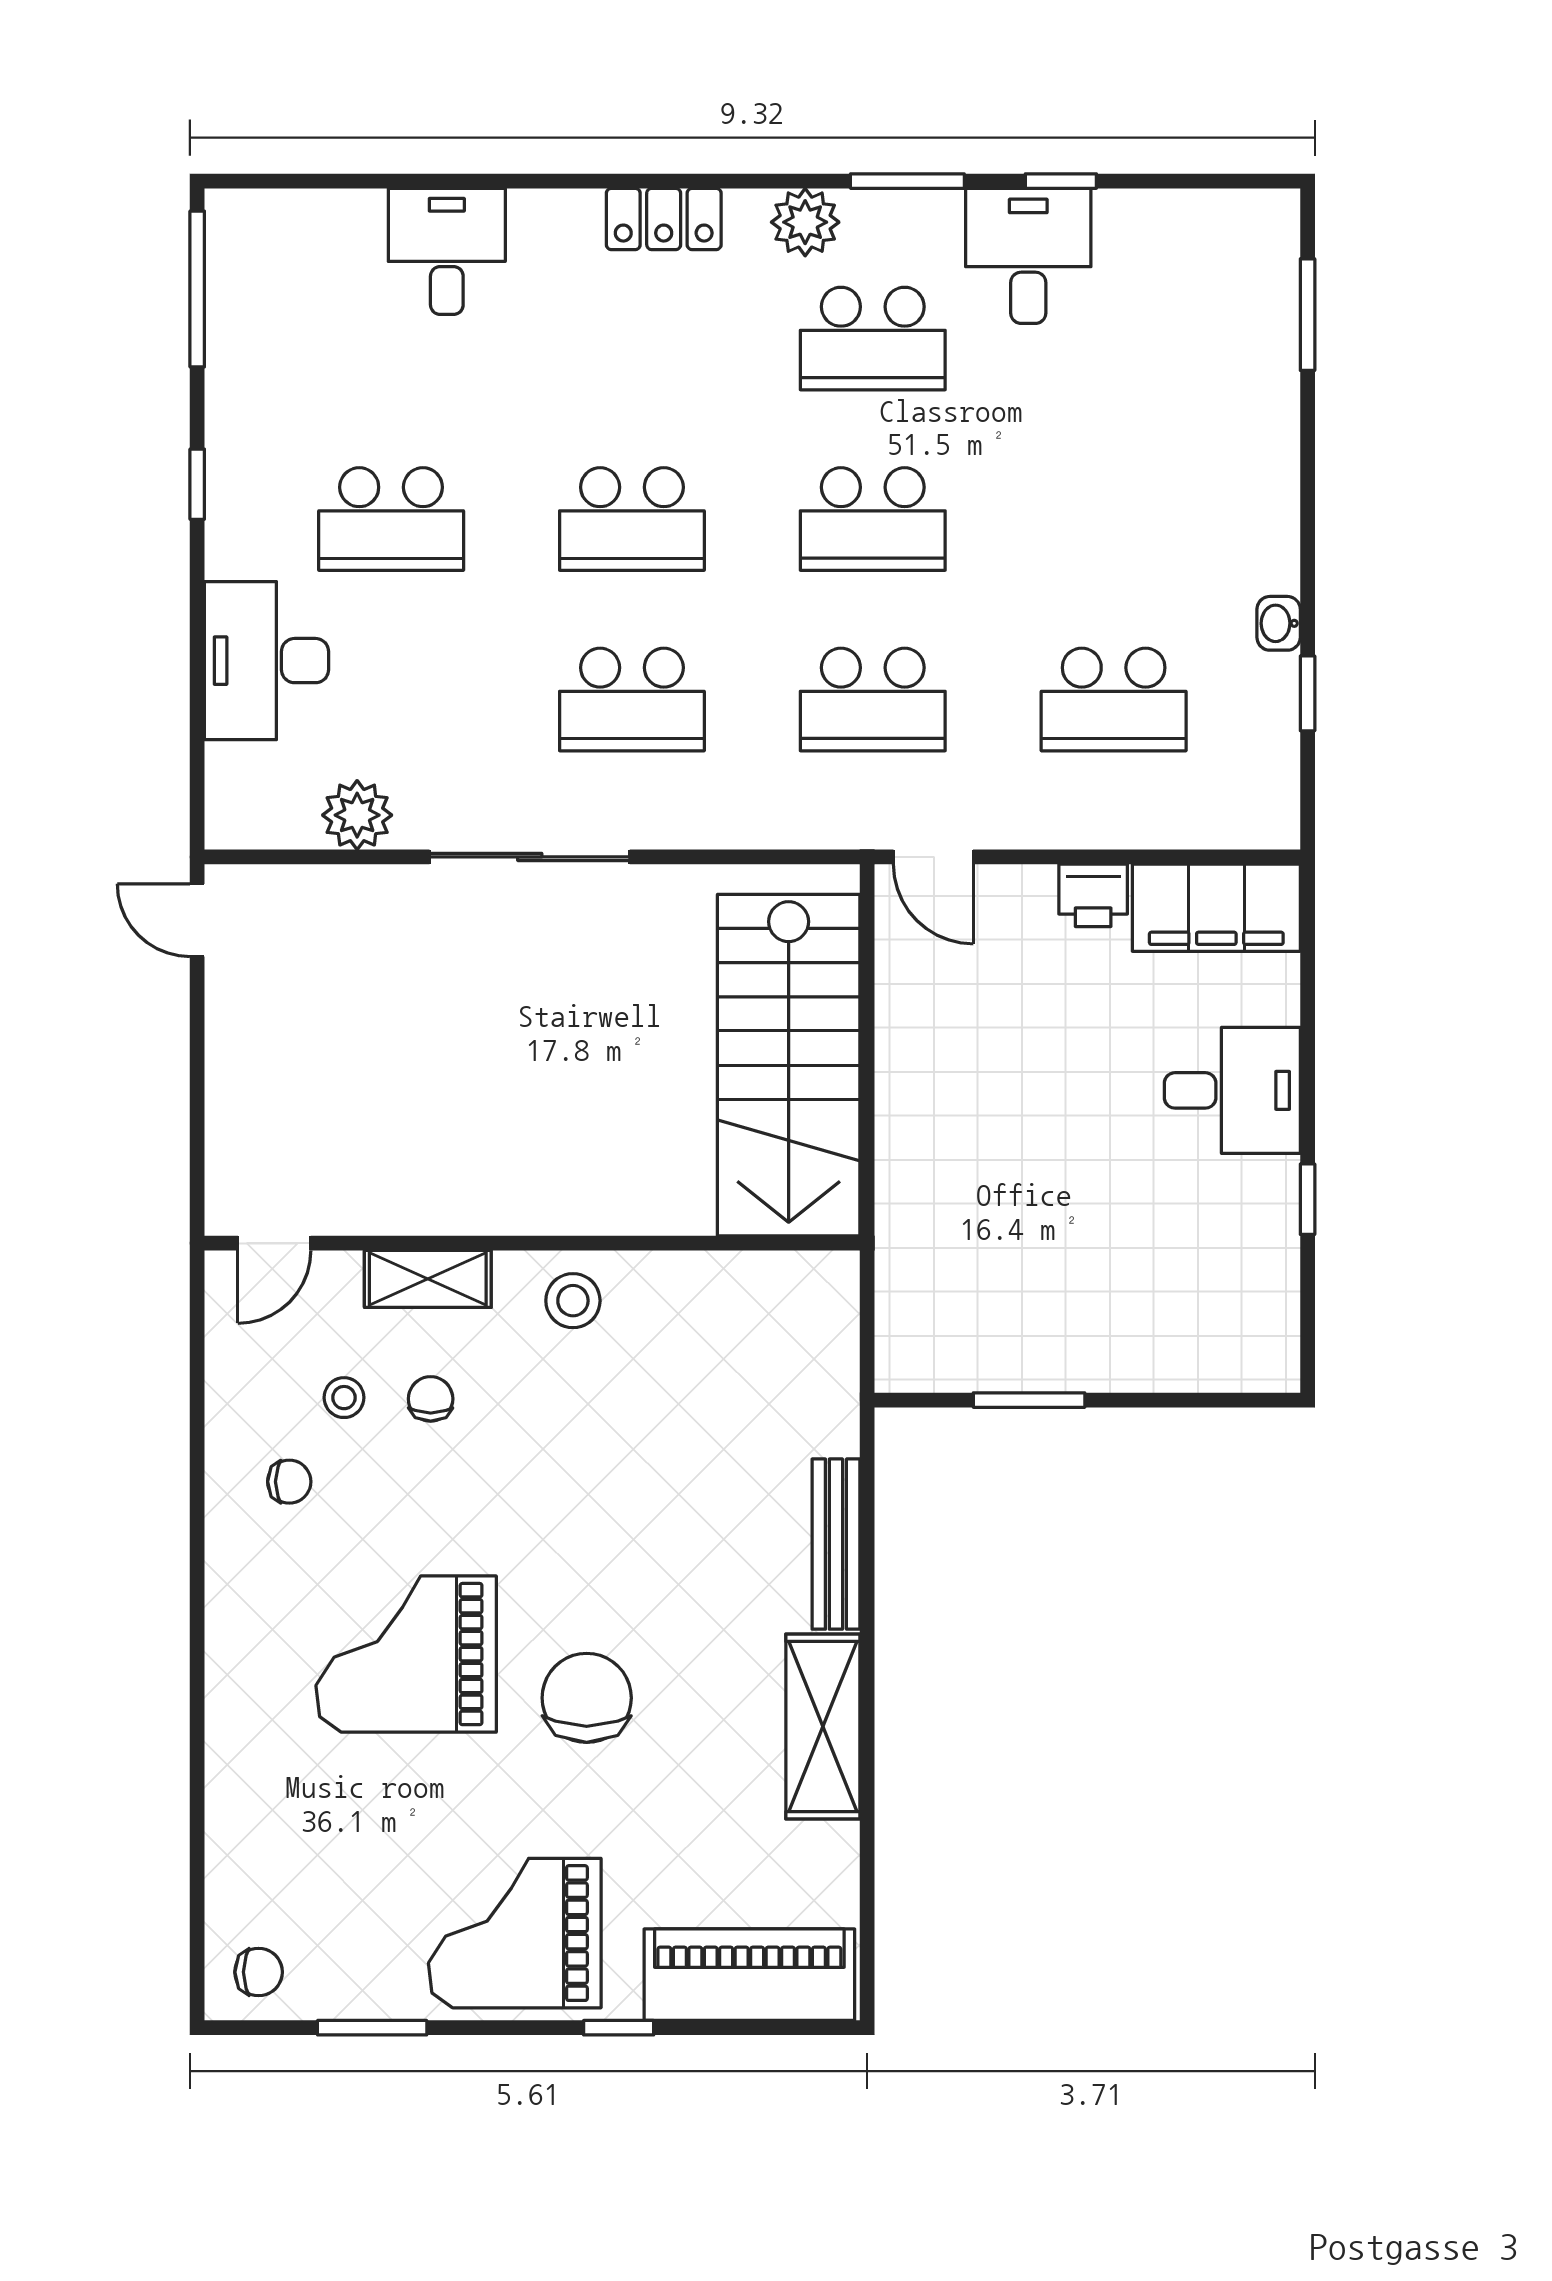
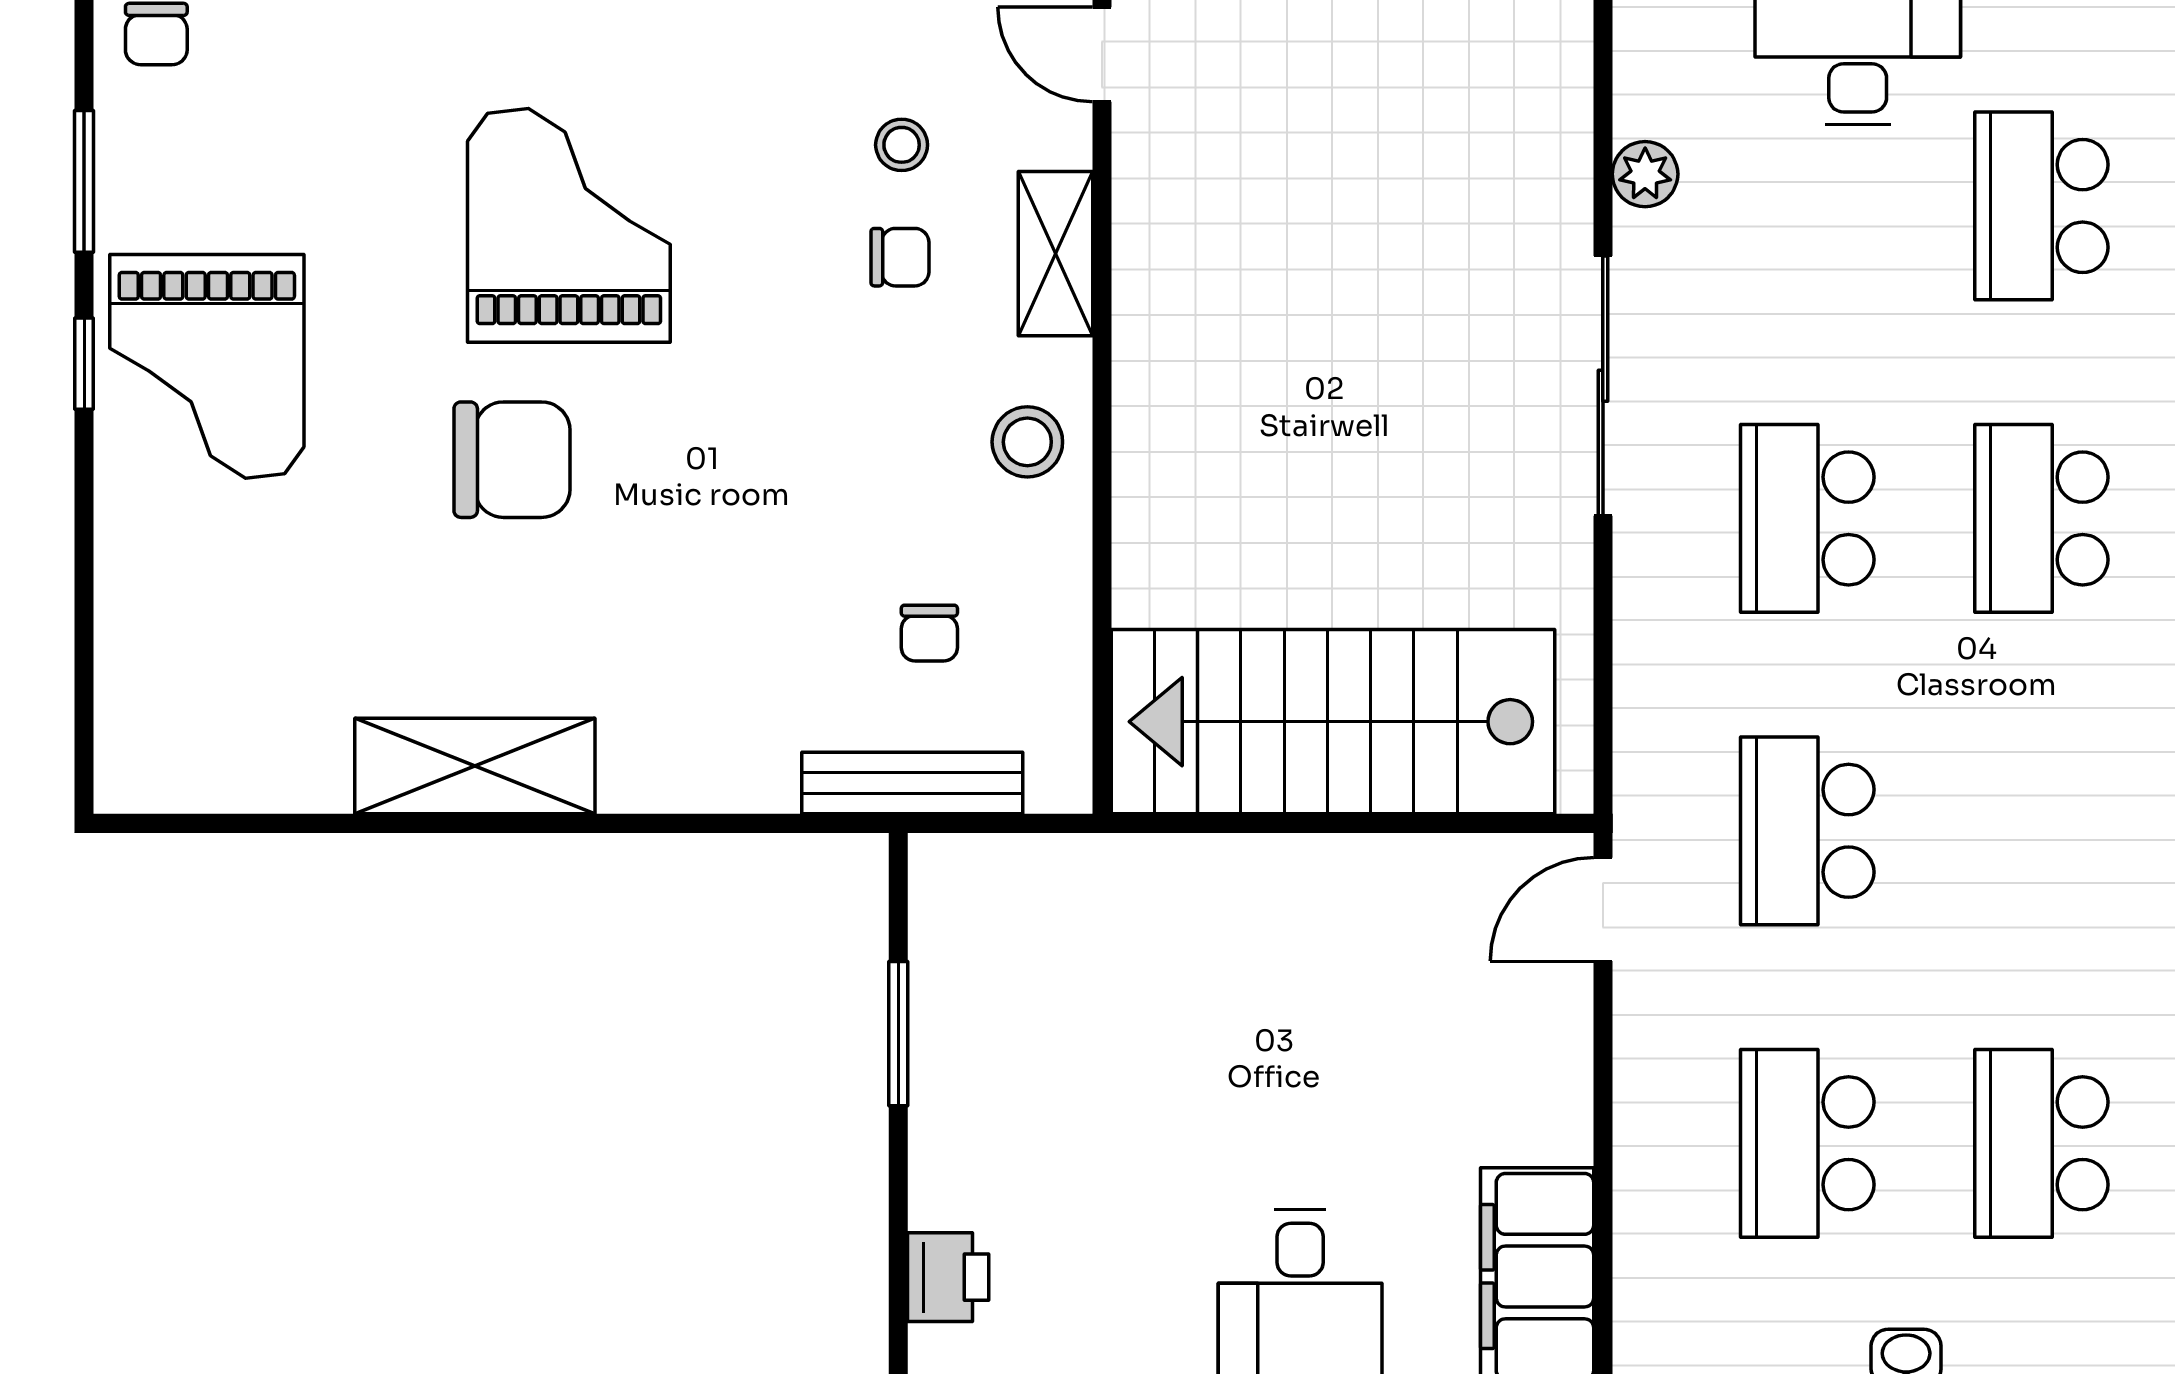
school desk: (873, 519) -> (2041, 1143), moved
plant: (357, 815) -> (1645, 174), width x0.73, depth x0.73
printer: (1093, 895) -> (948, 1277), moved, turned 180
chair: (289, 1482) -> (929, 633), moved
bench: (836, 1544) -> (912, 783), moved
grand piano: (515, 1933) -> (207, 366), turned 180
piano: (749, 1975) -> (153, 671), removed
window: (619, 2028) -> (84, 364), moved

